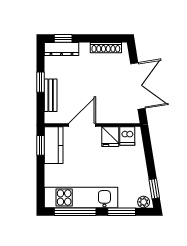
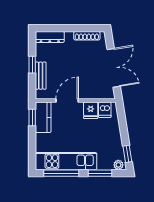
window: (63, 38) -> (51, 28), removed

